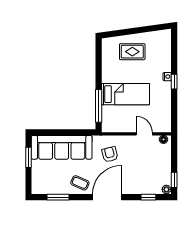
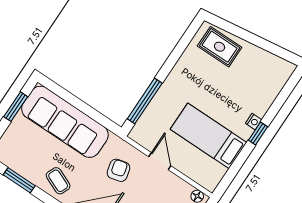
rug: (132, 52) -> (220, 47), moved
bed: (125, 94) -> (208, 136), moved, turned 180
door: (144, 134) -> (160, 161), moved

